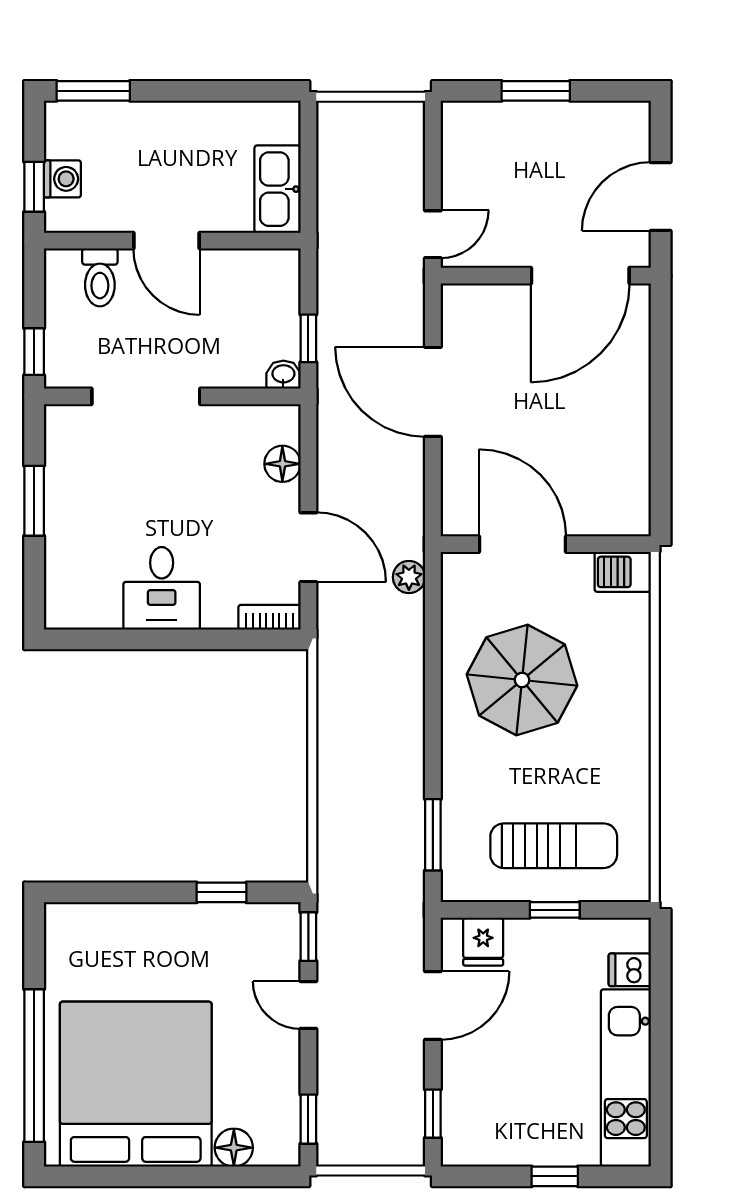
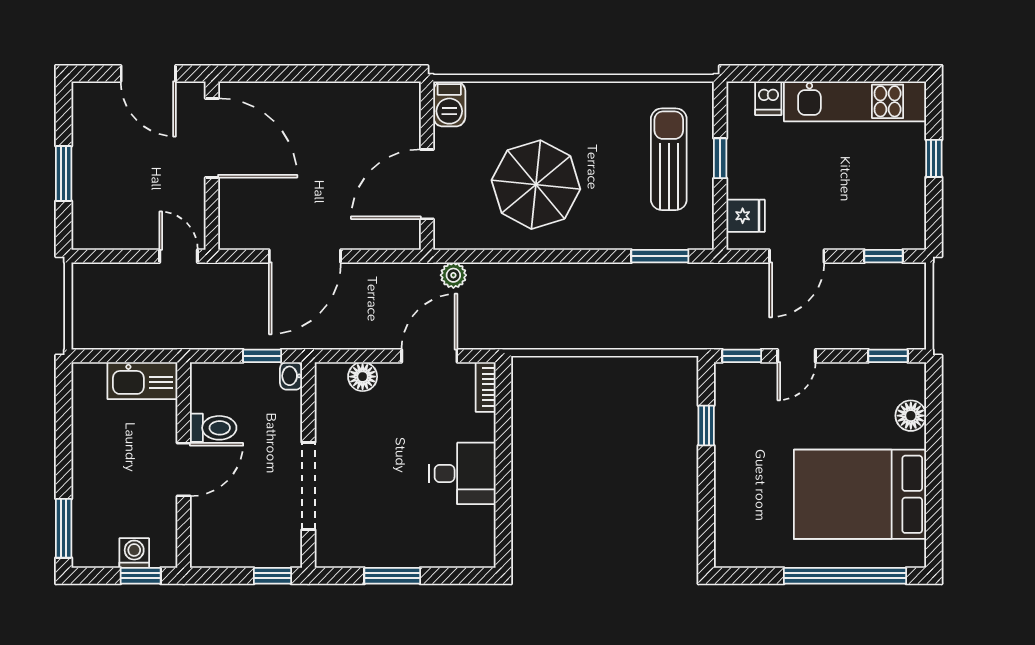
toilet: (100, 277) -> (213, 428), moved
door: (433, 1005) -> (797, 256), swing flipped
bed: (136, 1084) -> (860, 494), width x0.73

